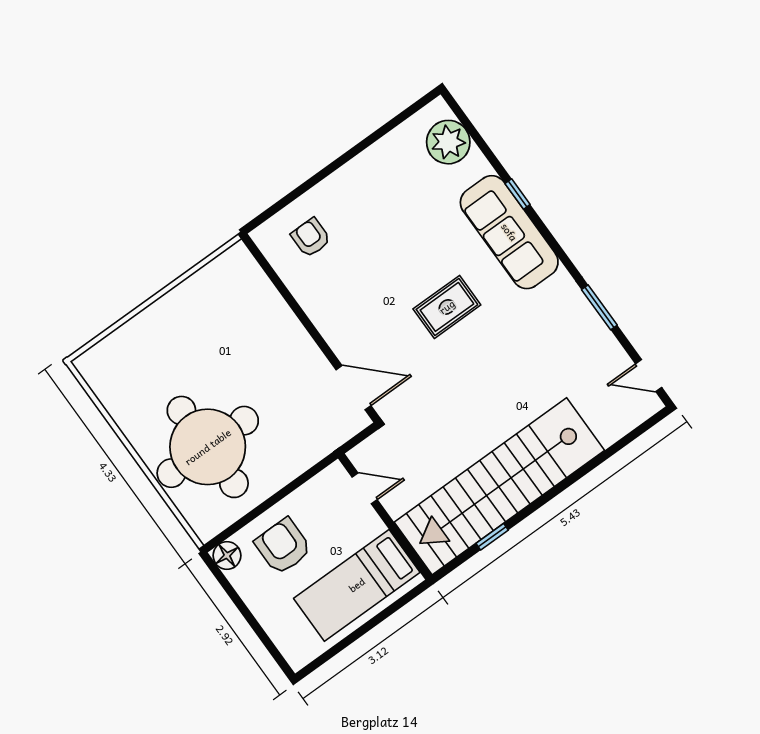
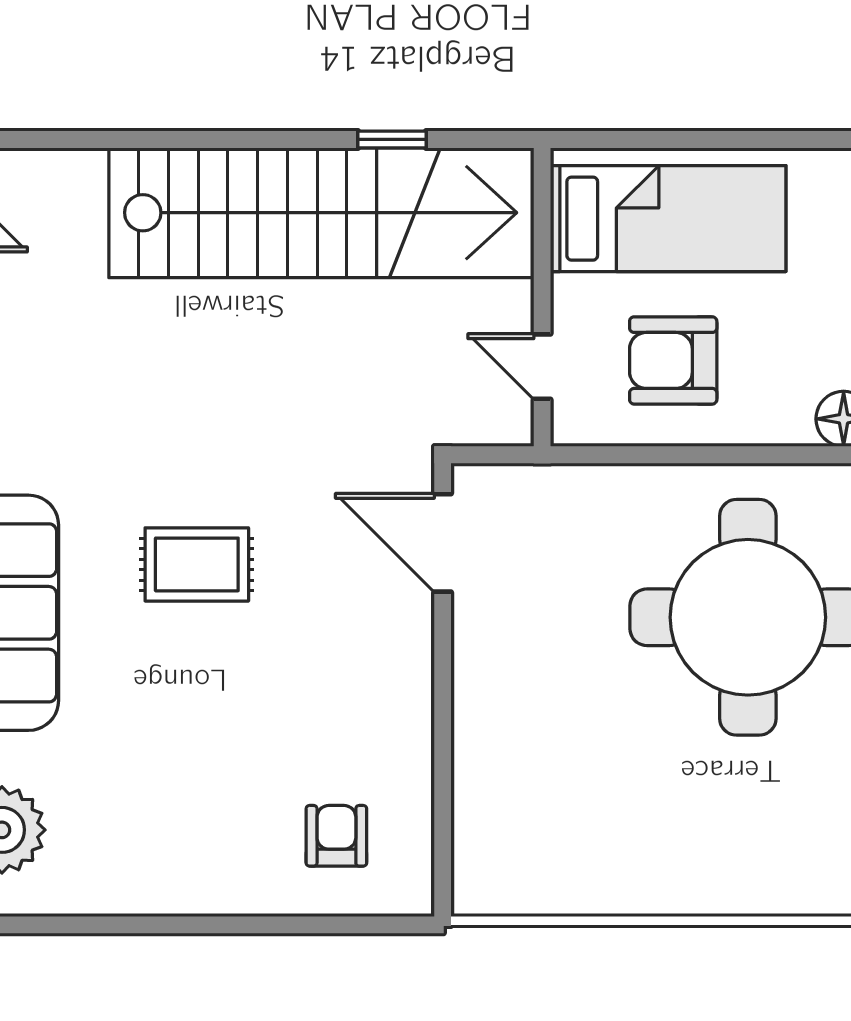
armchair: (311, 238) -> (336, 836), turned 180
armchair: (283, 546) -> (673, 360), moved, turned 90

